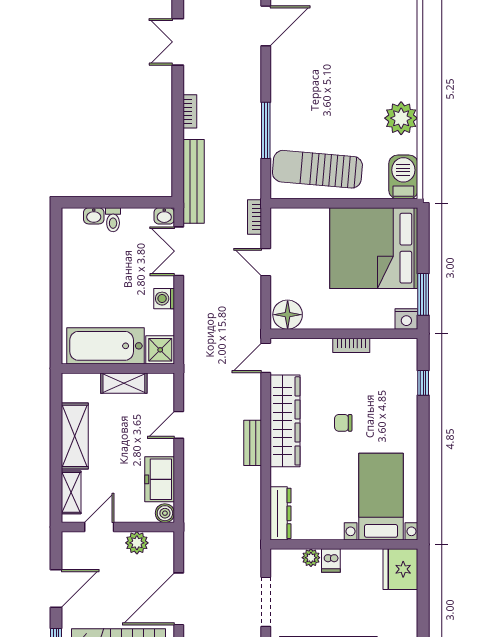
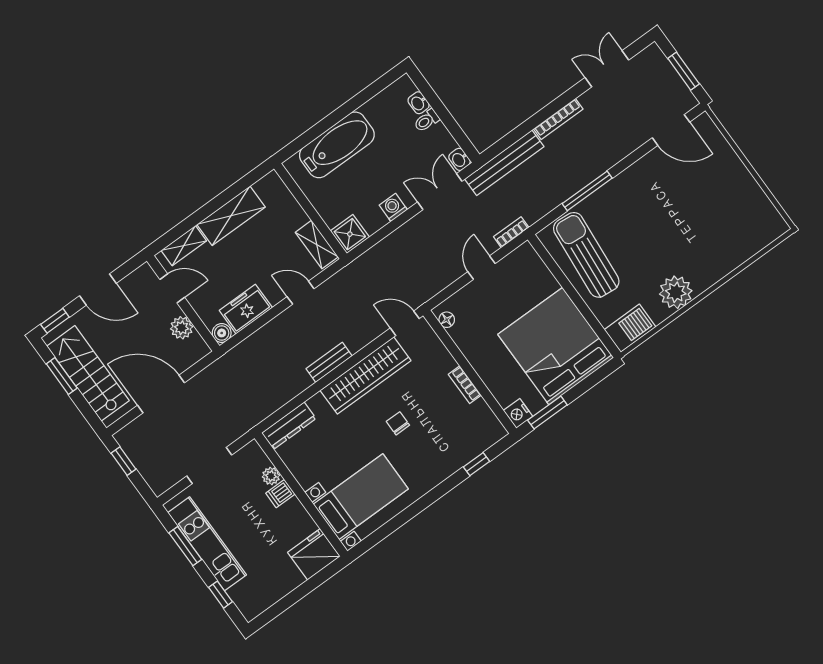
bookcase: (190, 111) -> (558, 119), width x1.56
floor lamp: (288, 315) -> (447, 320), width x0.53, depth x0.53
bathtub: (105, 346) -> (337, 145), moved, turned 90
shelving: (124, 383) -> (317, 245), moved

